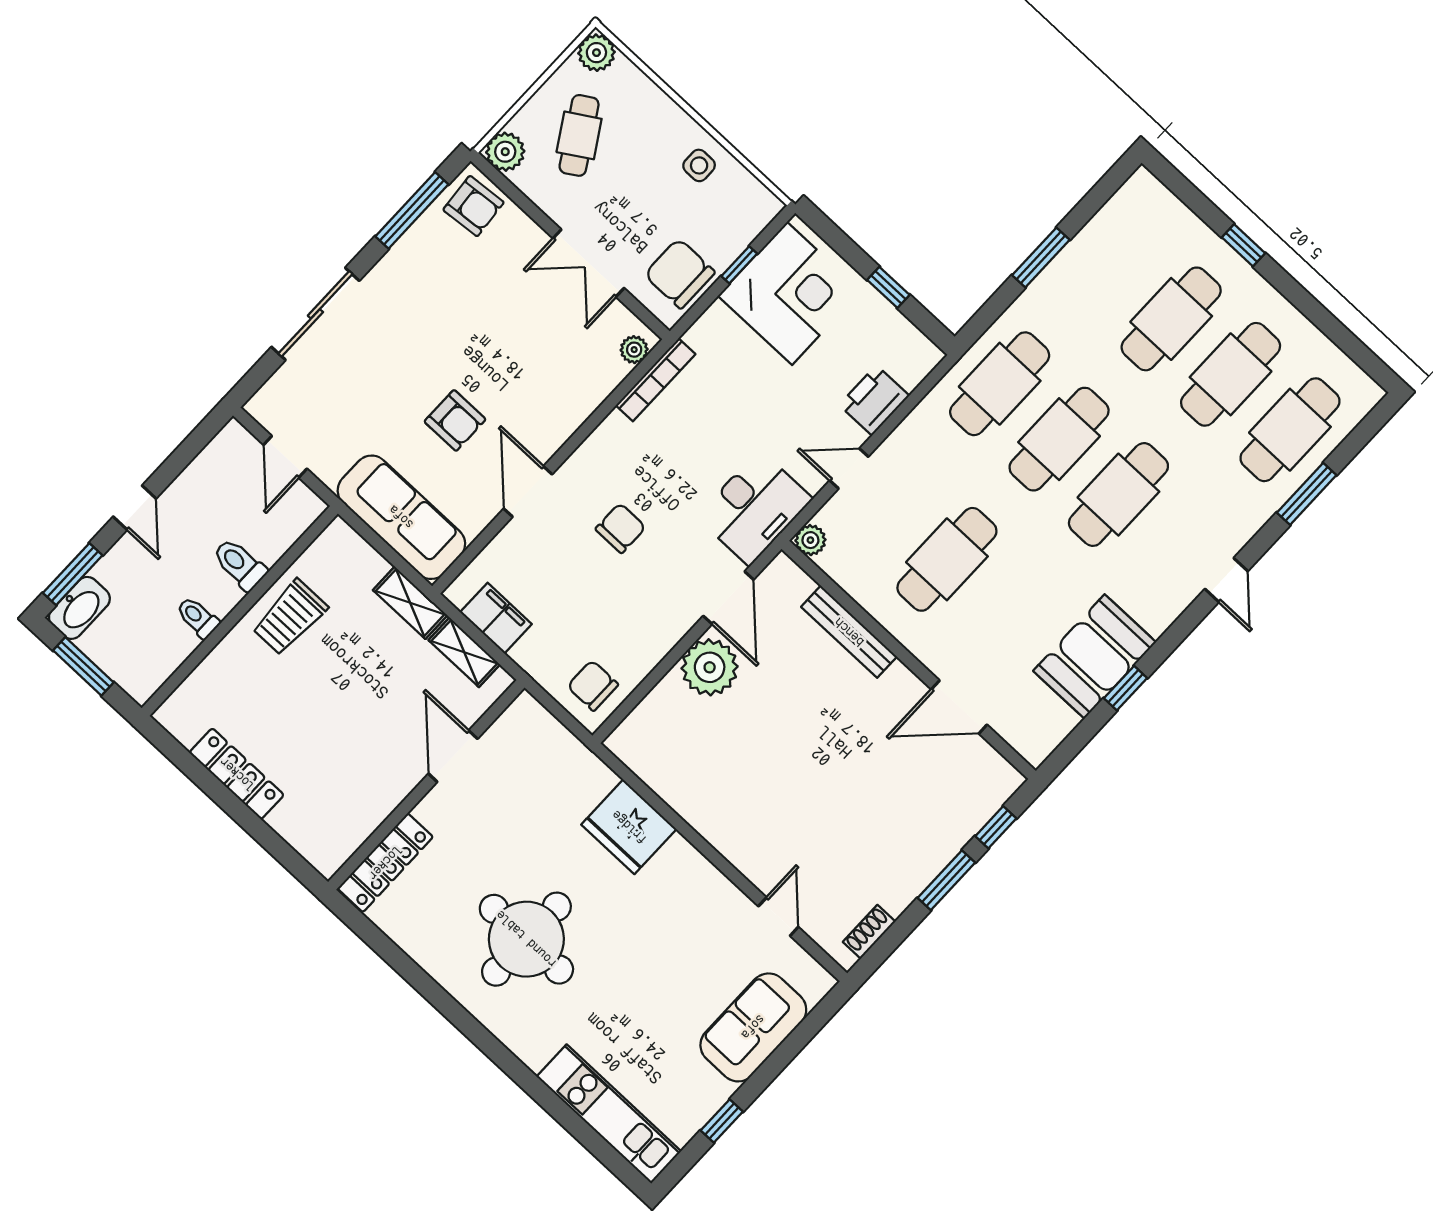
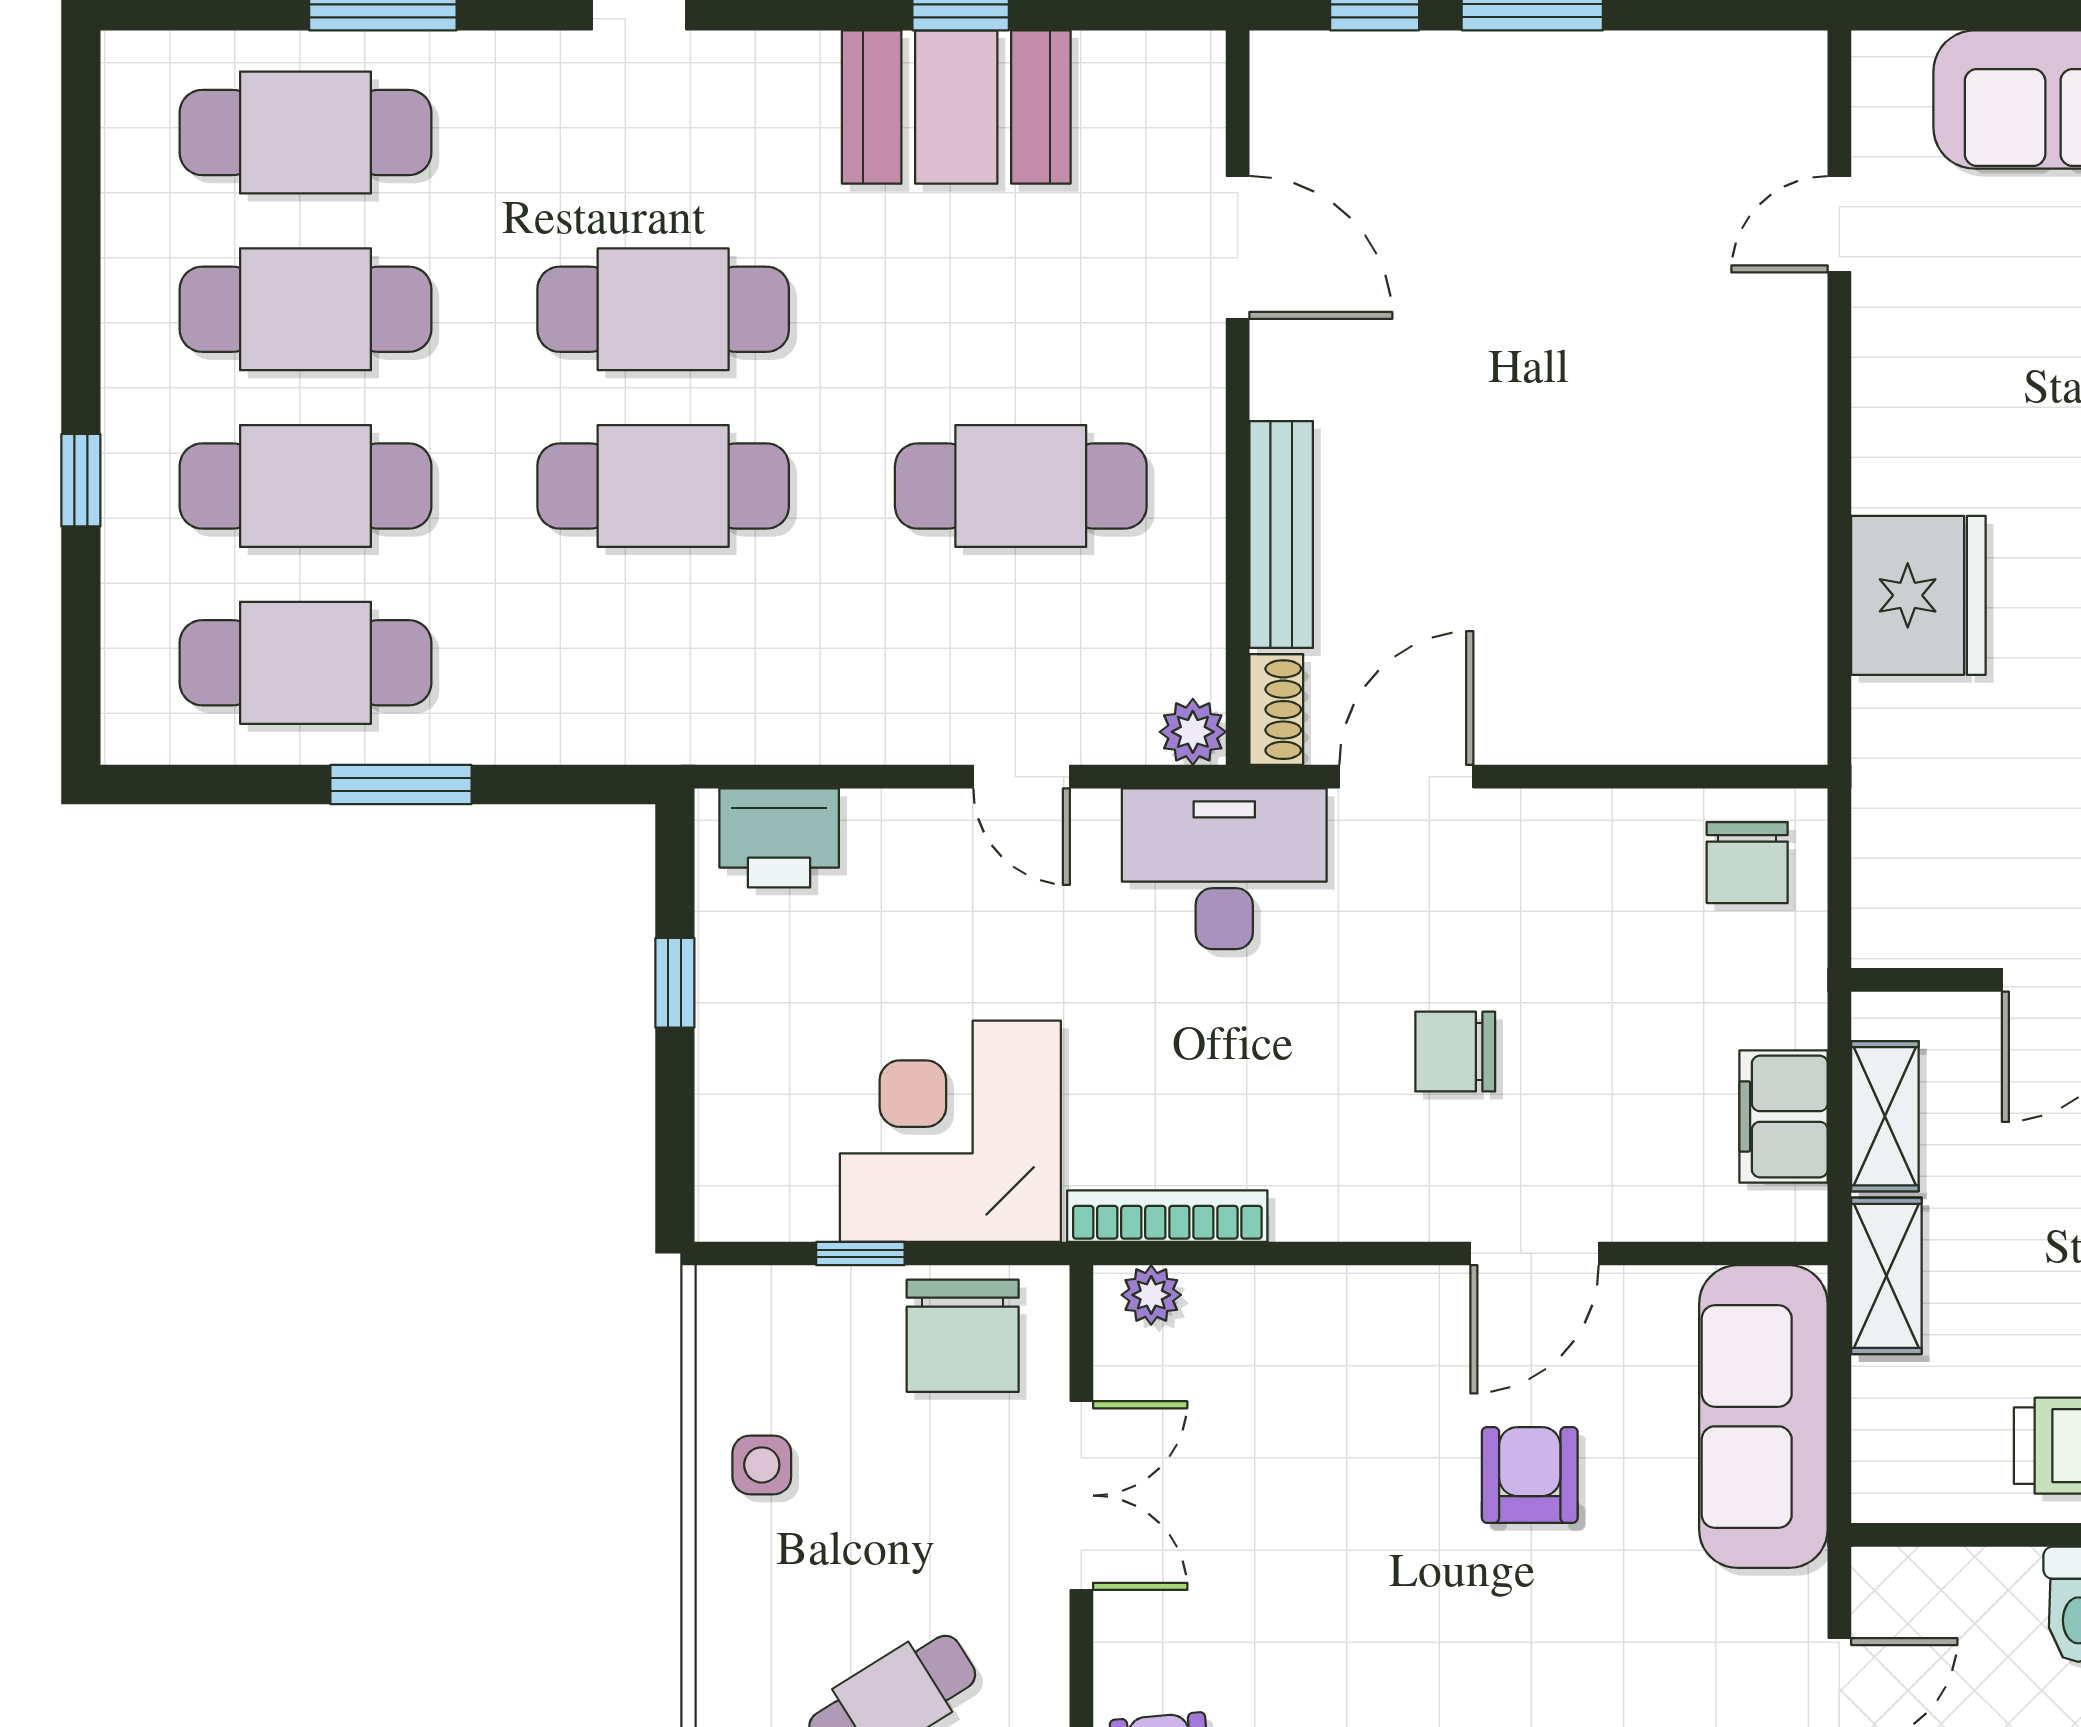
corner desk: (790, 293) -> (950, 1131), moved
cafe table: (1000, 384) -> (306, 663), moved
printer: (874, 400) -> (779, 838), moved
plant: (710, 667) -> (1545, 703), removed
shoe rack: (869, 932) -> (1276, 710), moved, turned -90

